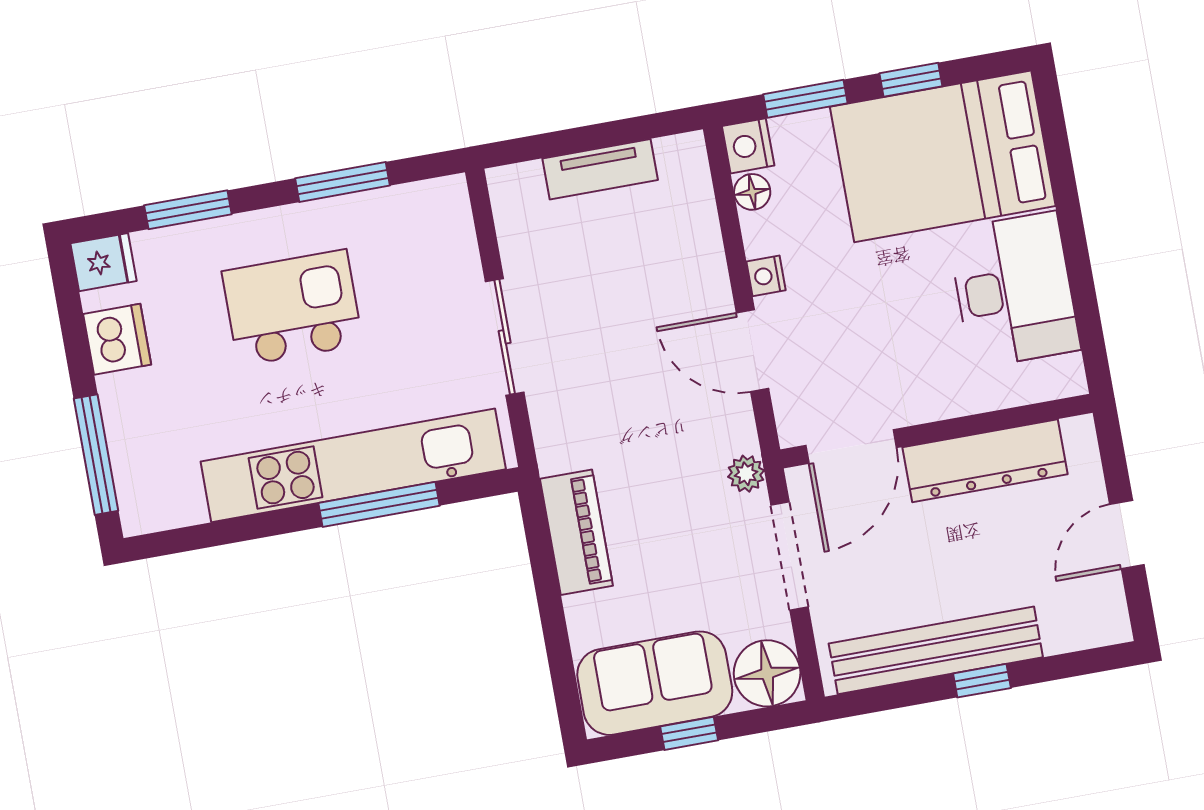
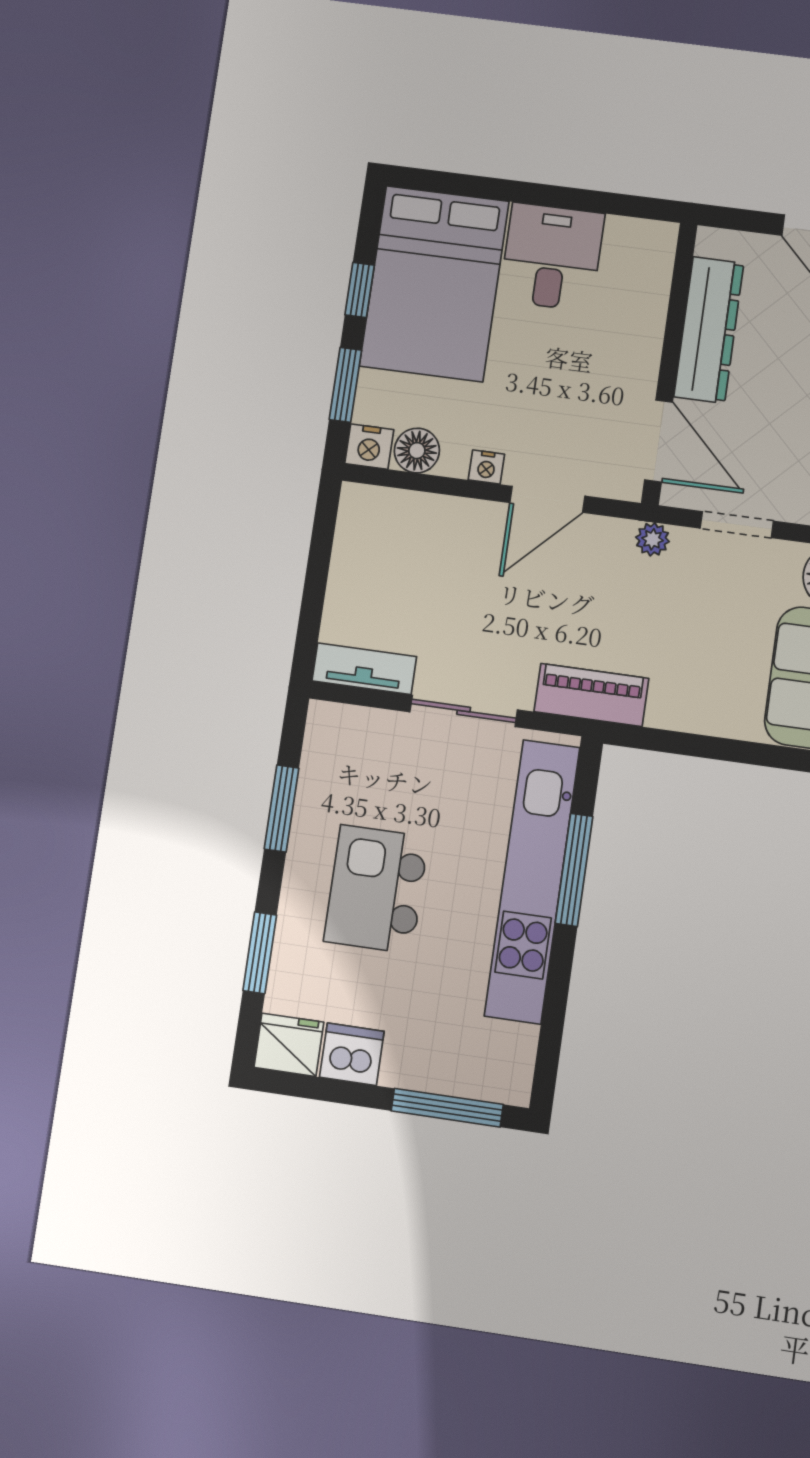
tv unit: (600, 169) -> (364, 669), moved, turned -90
floor lamp: (752, 192) -> (417, 451), width x1.37, depth x1.37
fridge: (103, 262) -> (289, 1045), width x1.38
desk: (1014, 290) -> (552, 257), width x0.73
piano: (576, 532) -> (591, 695), moved
doorway: (790, 556) -> (737, 525), width x0.73

